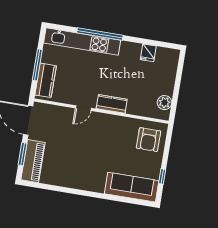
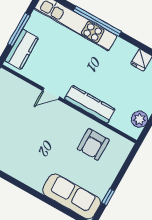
kitchen counter: (112, 104) -> (90, 104), width x1.50
armchair: (148, 140) -> (93, 144), moved

